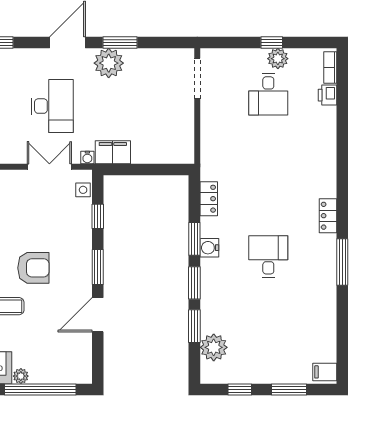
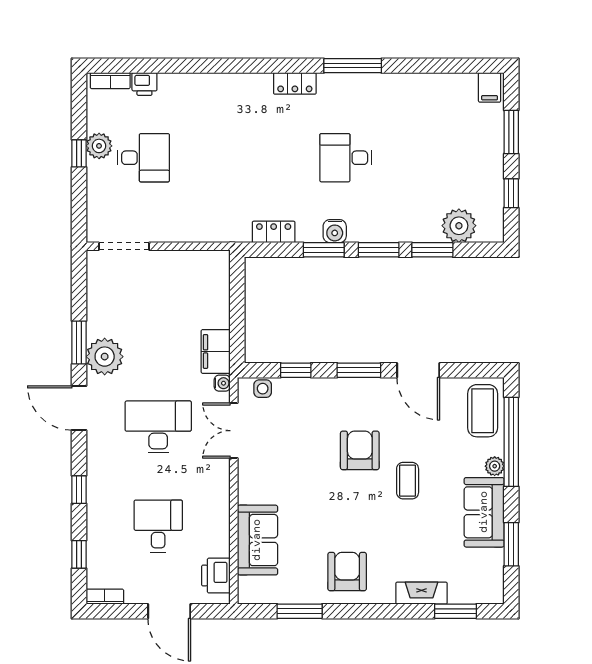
coffee table: (65, 366) -> (483, 411), added

